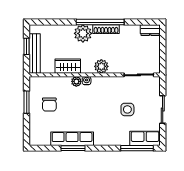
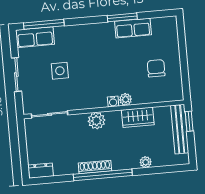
plant: (83, 33) -> (146, 162), moved, width x0.53, depth x0.53
window: (27, 46) -> (189, 121), moved
window: (27, 102) -> (184, 69), removed
row of seats: (72, 139) -> (133, 28), width x0.68

